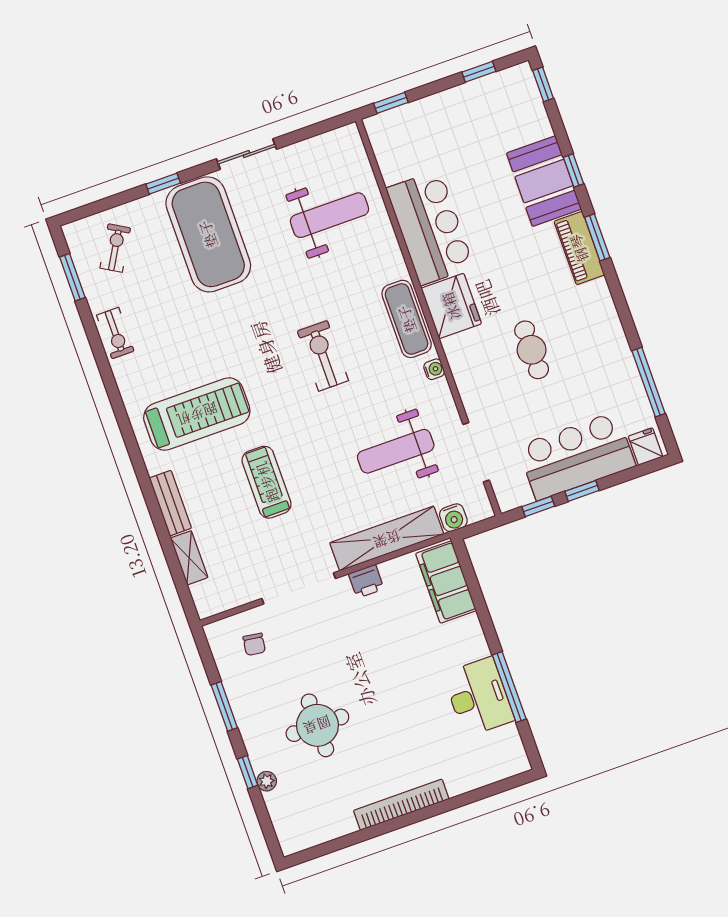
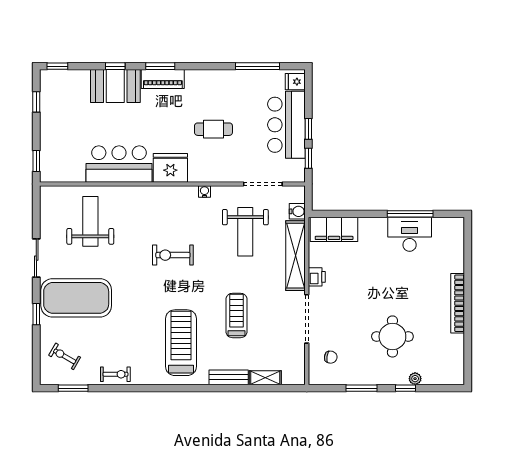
exercise mat: (407, 319) -> (169, 197), removed
treadmill: (267, 482) -> (236, 315), turned 90

